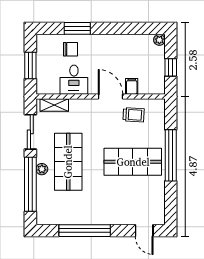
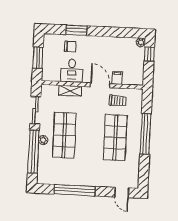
window: (171, 67) -> (149, 54), moved
shelving: (54, 105) -> (70, 91), moved
shop shelf: (133, 162) -> (115, 138), turned 90

